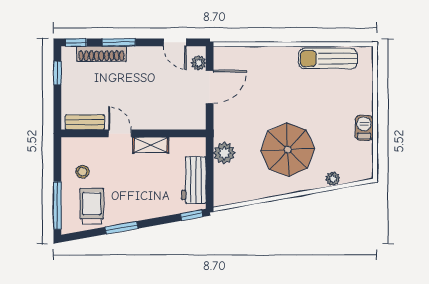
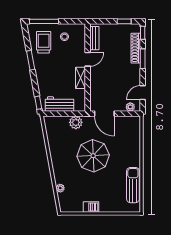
door: (210, 87) -> (104, 114), moved
parasol: (288, 150) -> (93, 156), moved
trolley: (92, 206) -> (44, 42), turned -90

